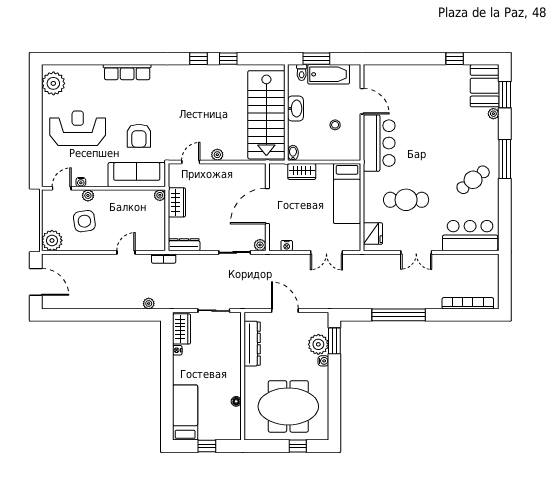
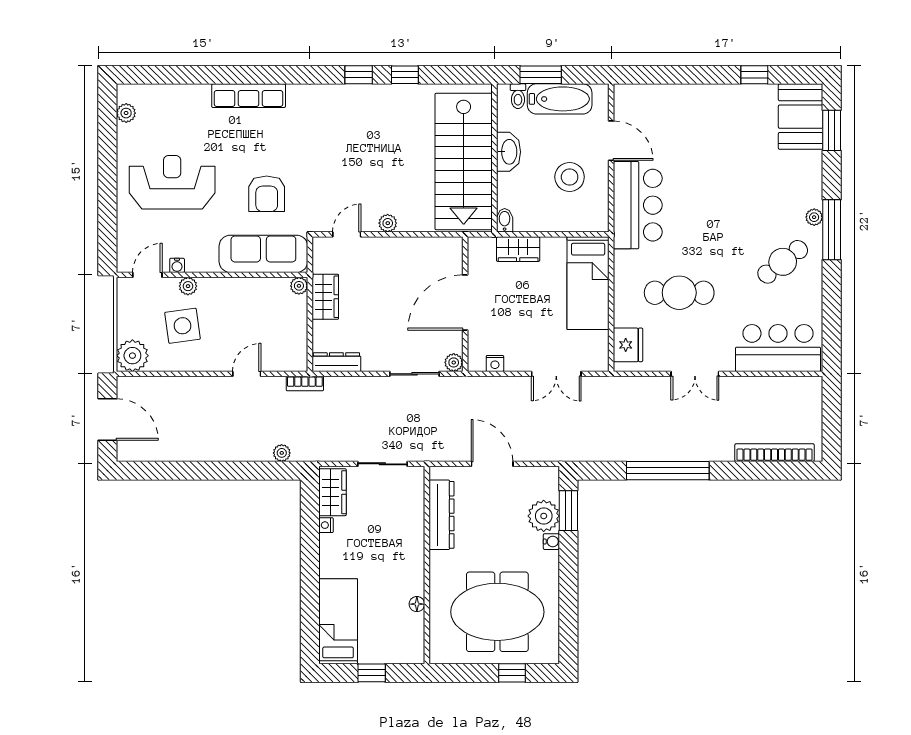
plant: (53, 83) -> (126, 113), width x0.53, depth x0.53
plant: (493, 114) -> (814, 217), moved
stool: (335, 125) -> (570, 177), width x1.89, depth x1.89

